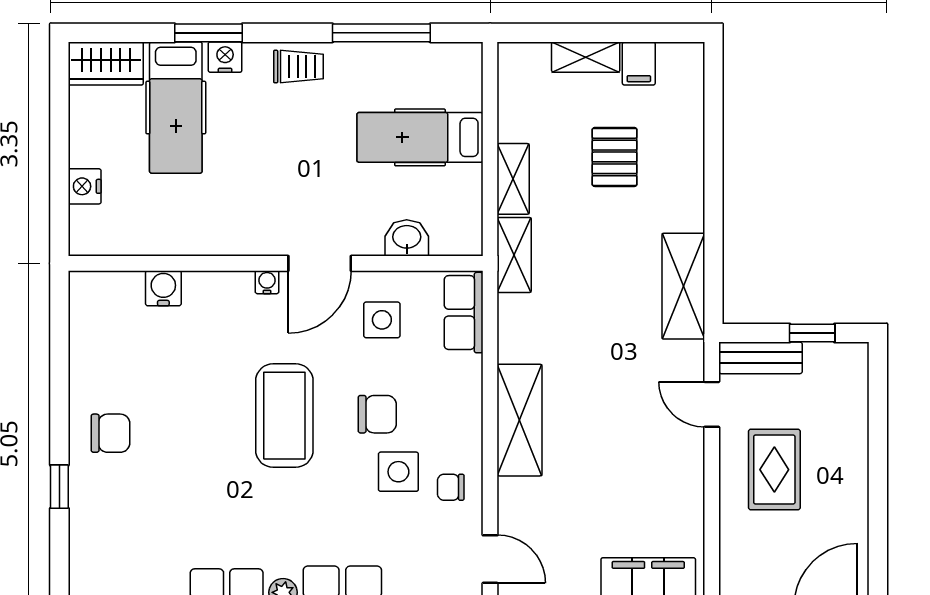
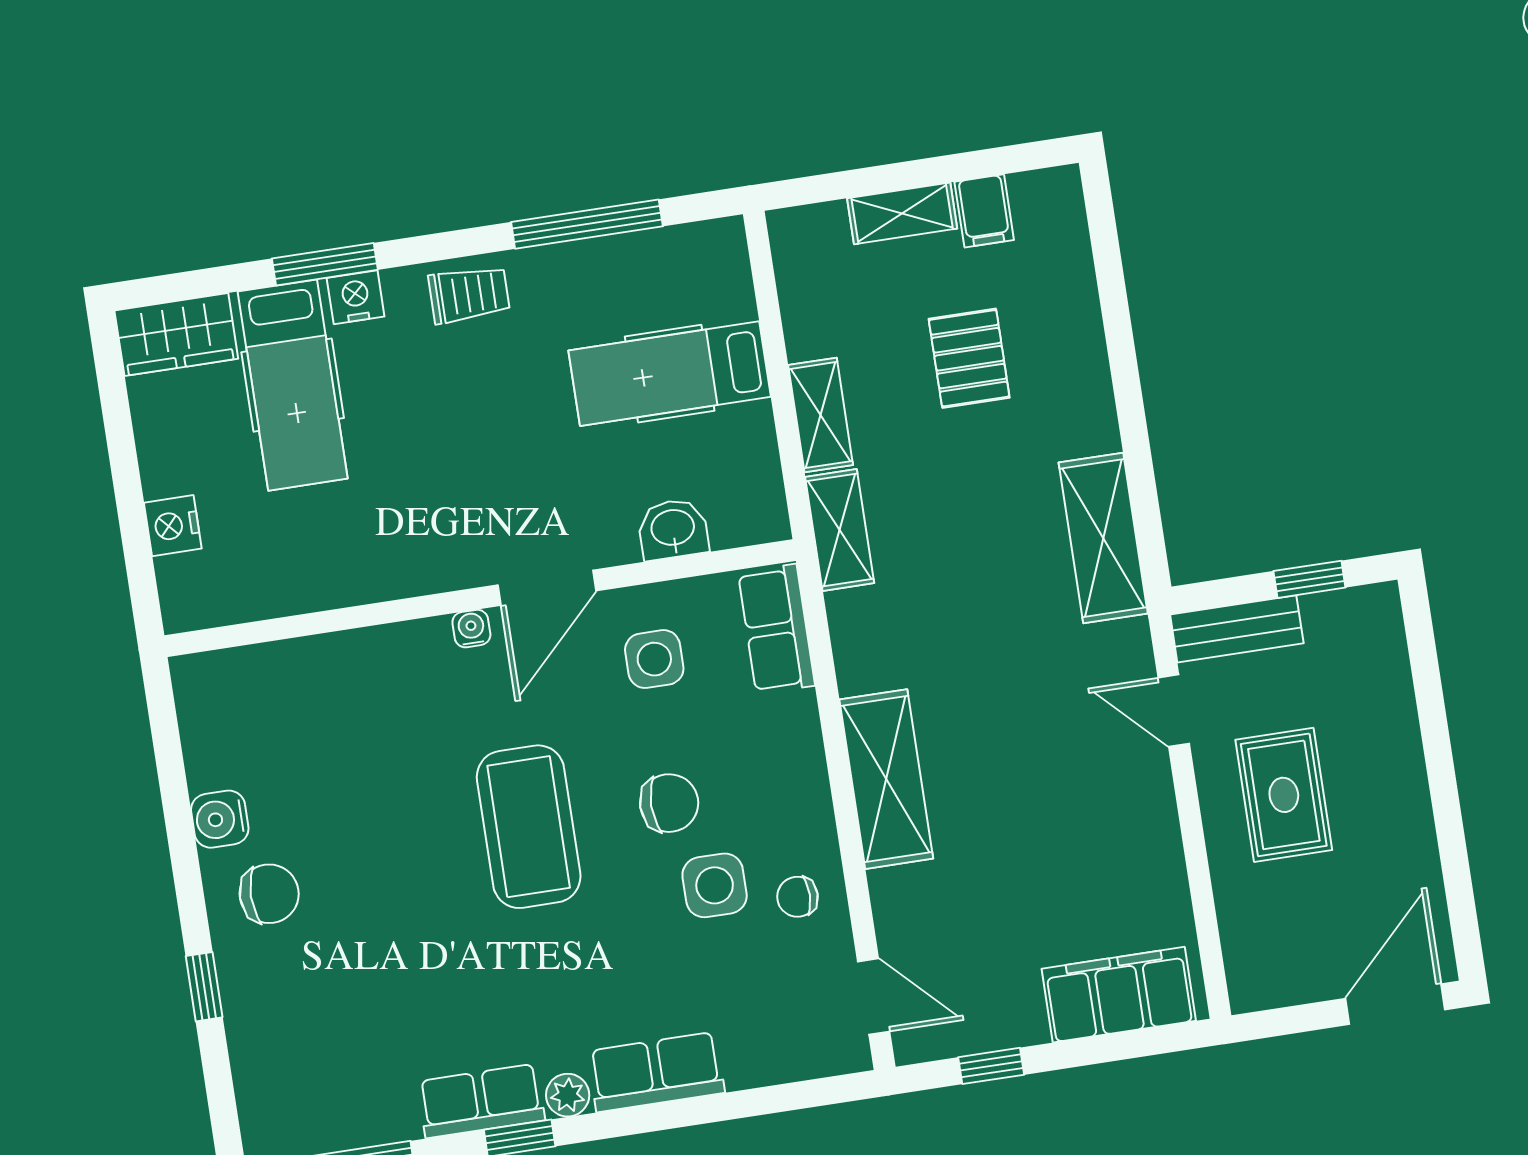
water cooler: (163, 288) -> (220, 819), moved, turned -90

